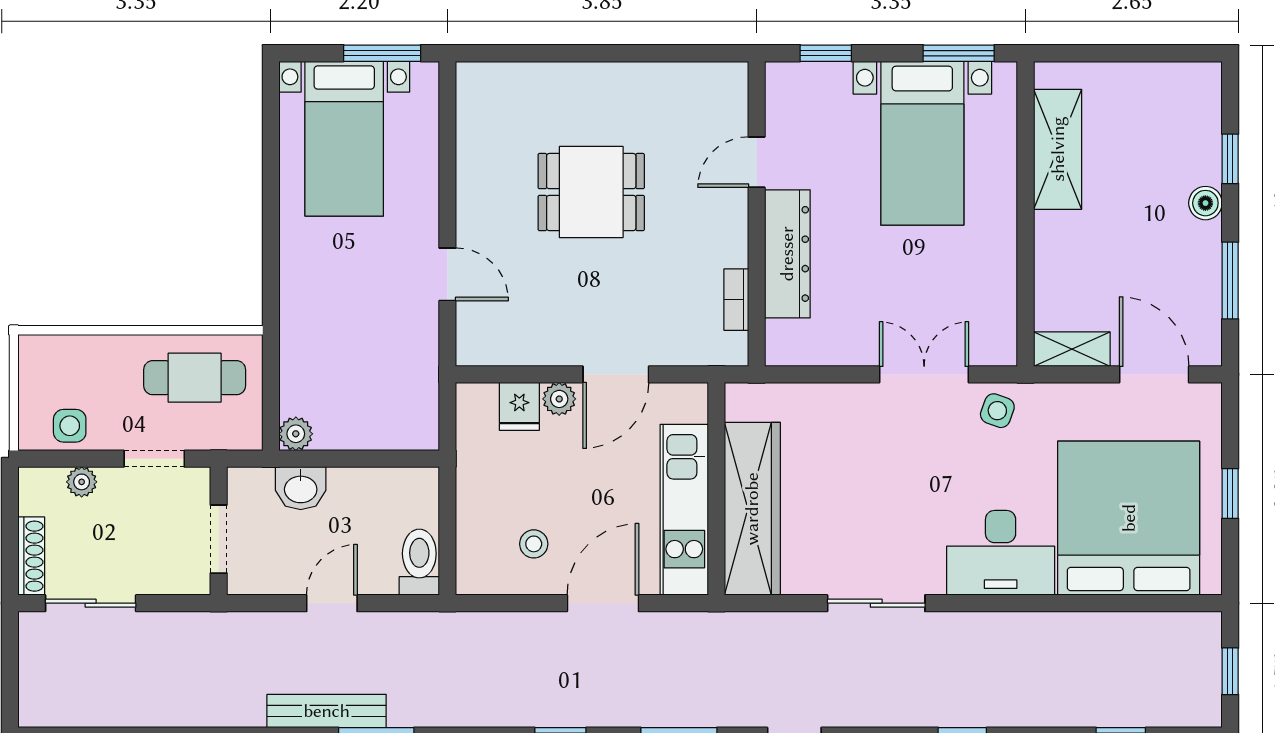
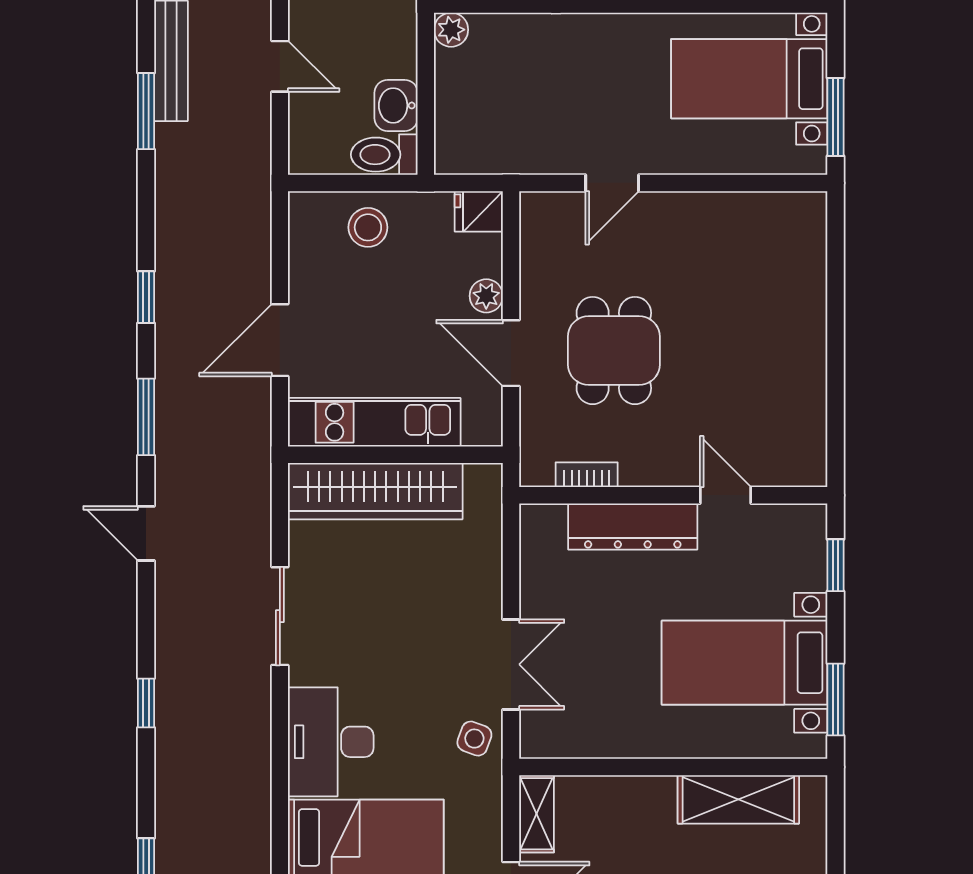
dining table: (591, 192) -> (614, 351), moved
fridge: (519, 406) -> (479, 211), moved
washbasin: (301, 488) -> (396, 105), moved
stool: (534, 544) -> (368, 227), moved, width x1.37, depth x1.37
toilet: (419, 562) -> (384, 155), moved, turned 180
door: (603, 603) -> (280, 340), swing flipped

